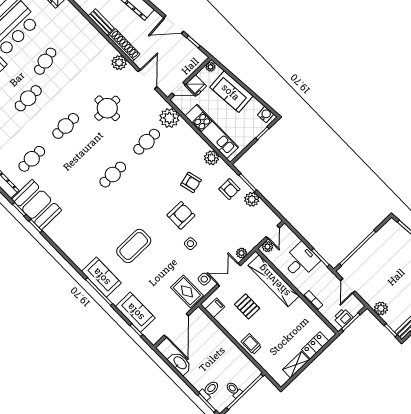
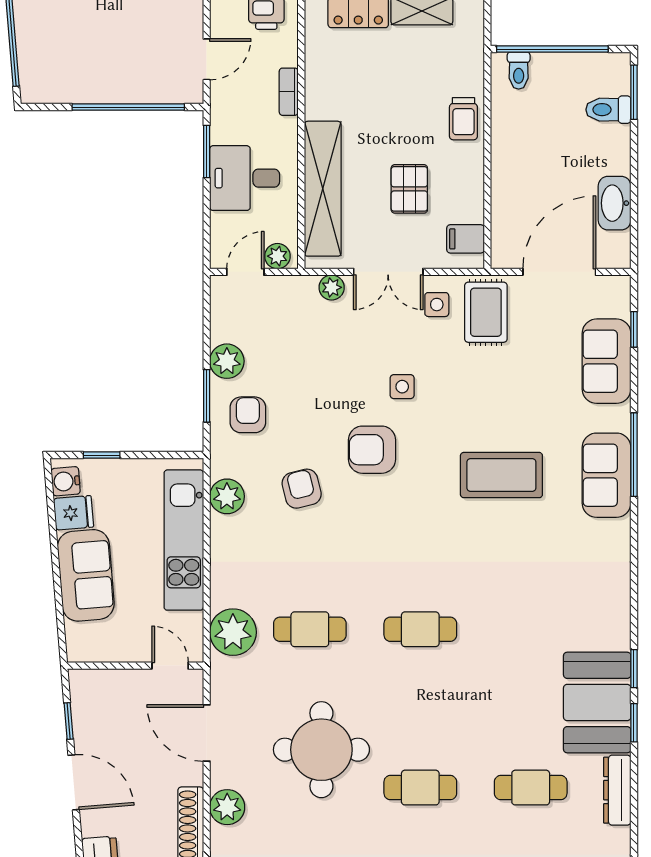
plant: (210, 67) -> (81, 651), removed
door: (147, 79) -> (207, 733), hinge flipped
fridge: (196, 85) -> (74, 513), moved, turned 85
round table: (107, 108) -> (321, 750), width x1.36, depth x1.36
toilet: (234, 390) -> (519, 71), moved

